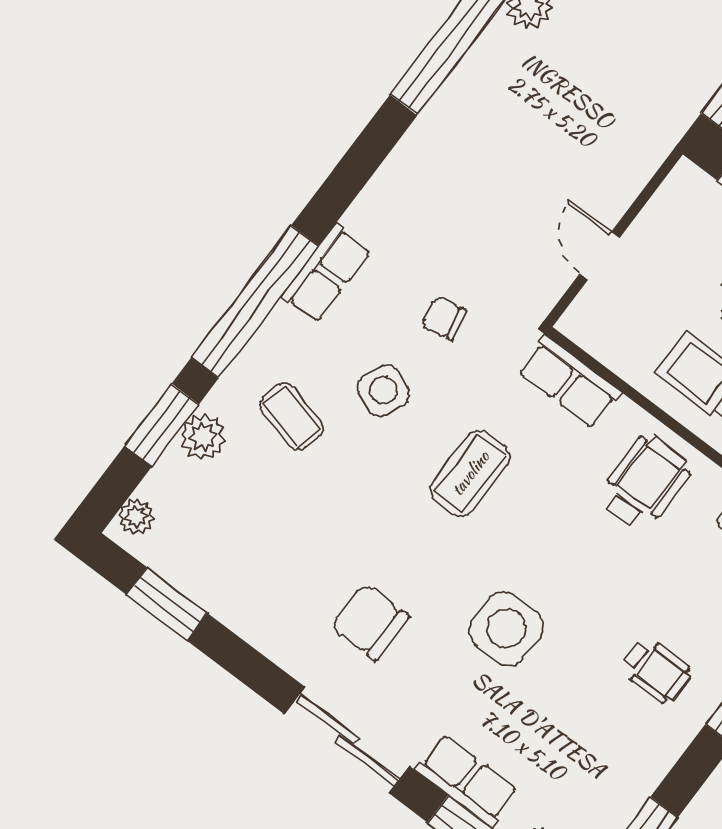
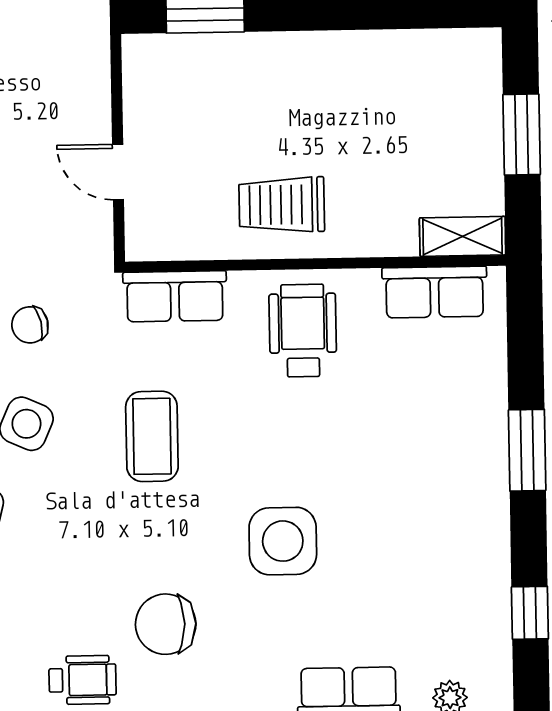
wheelchair: (656, 670) -> (83, 680), moved

